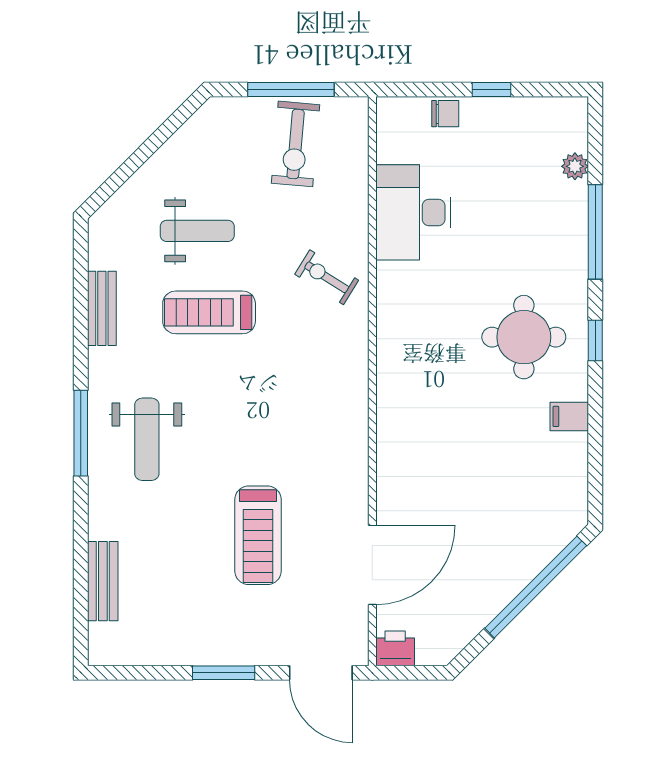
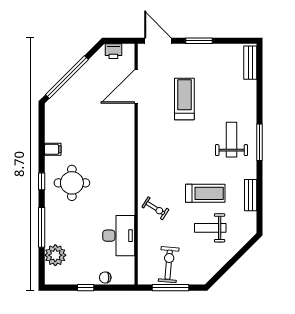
plant: (575, 166) -> (55, 255), width x1.88, depth x1.88
bench: (103, 581) -> (250, 63), moved
printer: (395, 648) -> (113, 51), moved

